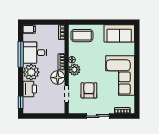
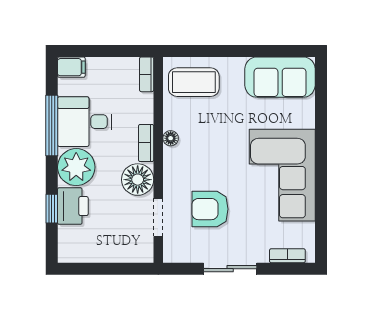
plant: (74, 70) -> (176, 161), removed
armchair: (89, 90) -> (210, 209), turned -90
window: (21, 102) -> (52, 209), moved

